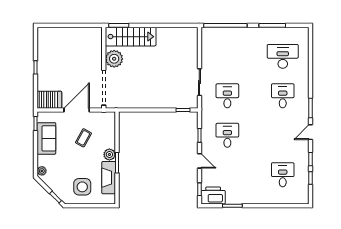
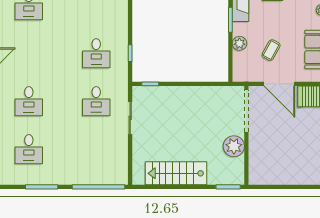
stairs: (131, 37) -> (176, 173), moved
desk: (283, 56) -> (29, 149), width x0.73
door: (77, 110) -> (279, 84), hinge flipped
plant: (109, 155) -> (239, 43), moved
door: (199, 161) -> (130, 22), removed

